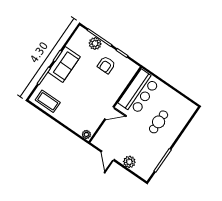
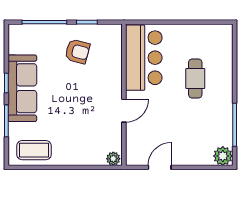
plant: (95, 43) -> (44, 34), removed
sofa: (64, 64) -> (22, 88), width x1.36
armchair: (106, 65) -> (77, 51), turned -75
door: (108, 156) -> (160, 167), swing flipped
plant: (129, 162) -> (223, 156), moved

